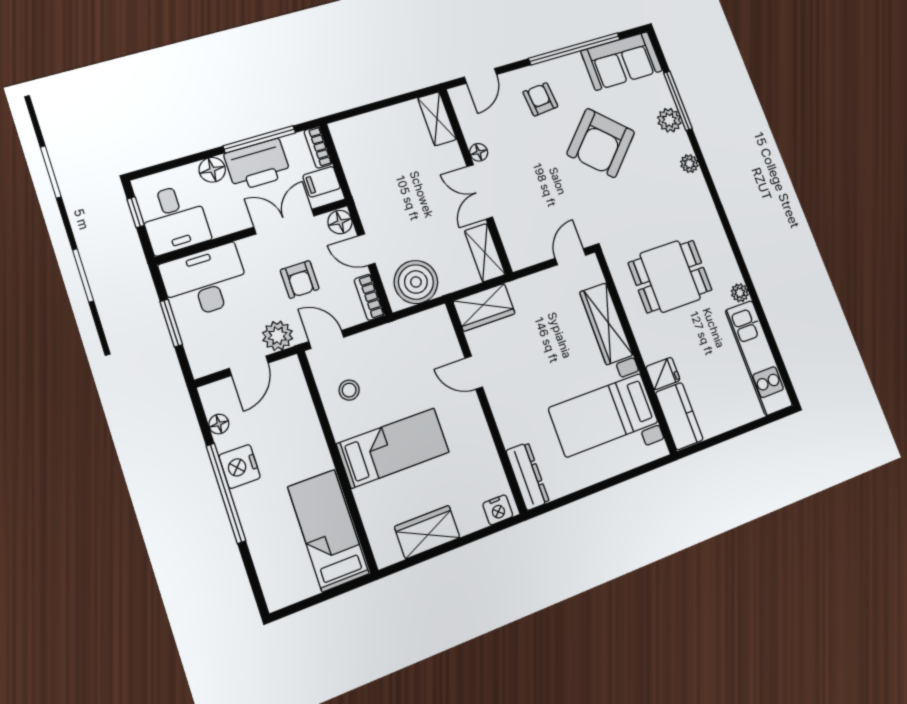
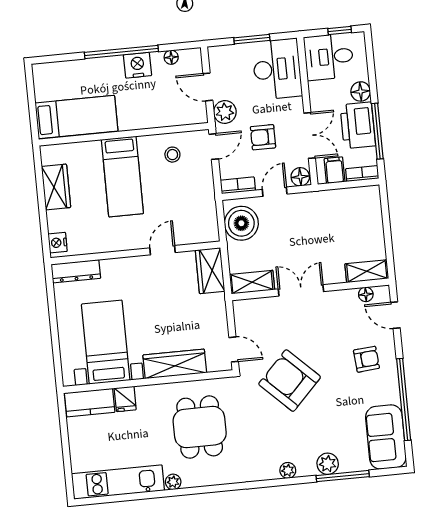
armchair: (601, 143) -> (290, 381), moved
floor lamp: (479, 152) -> (366, 294), moved

